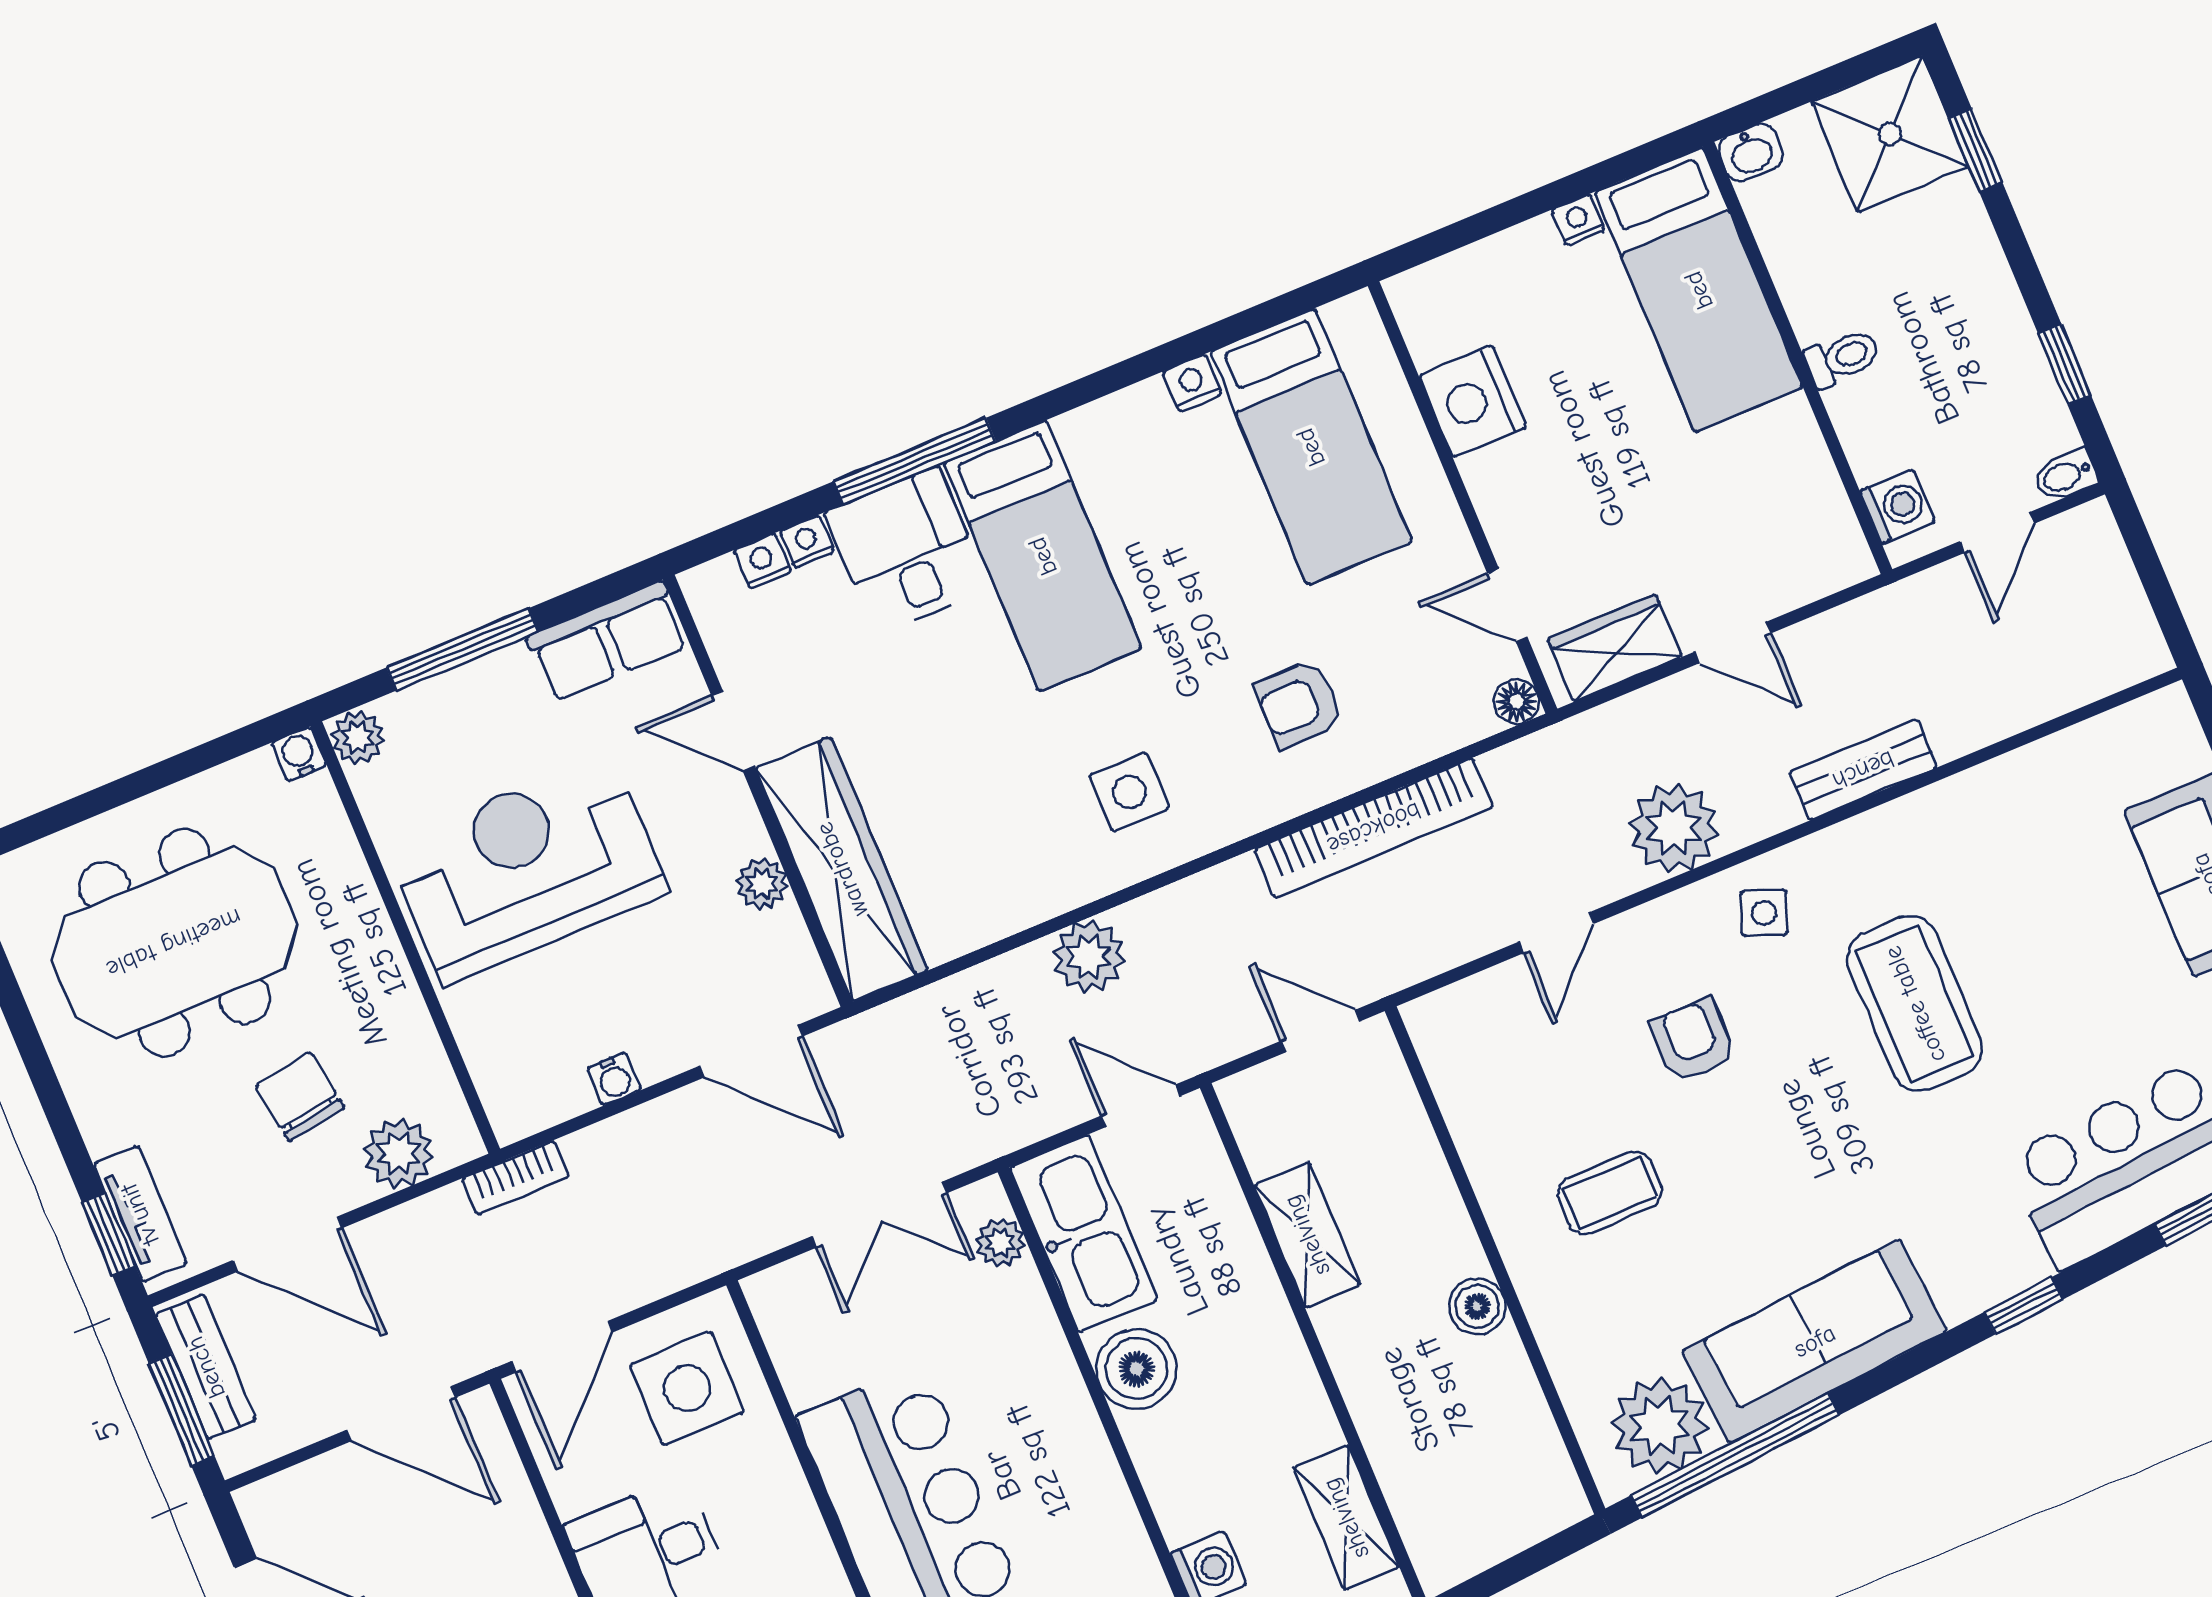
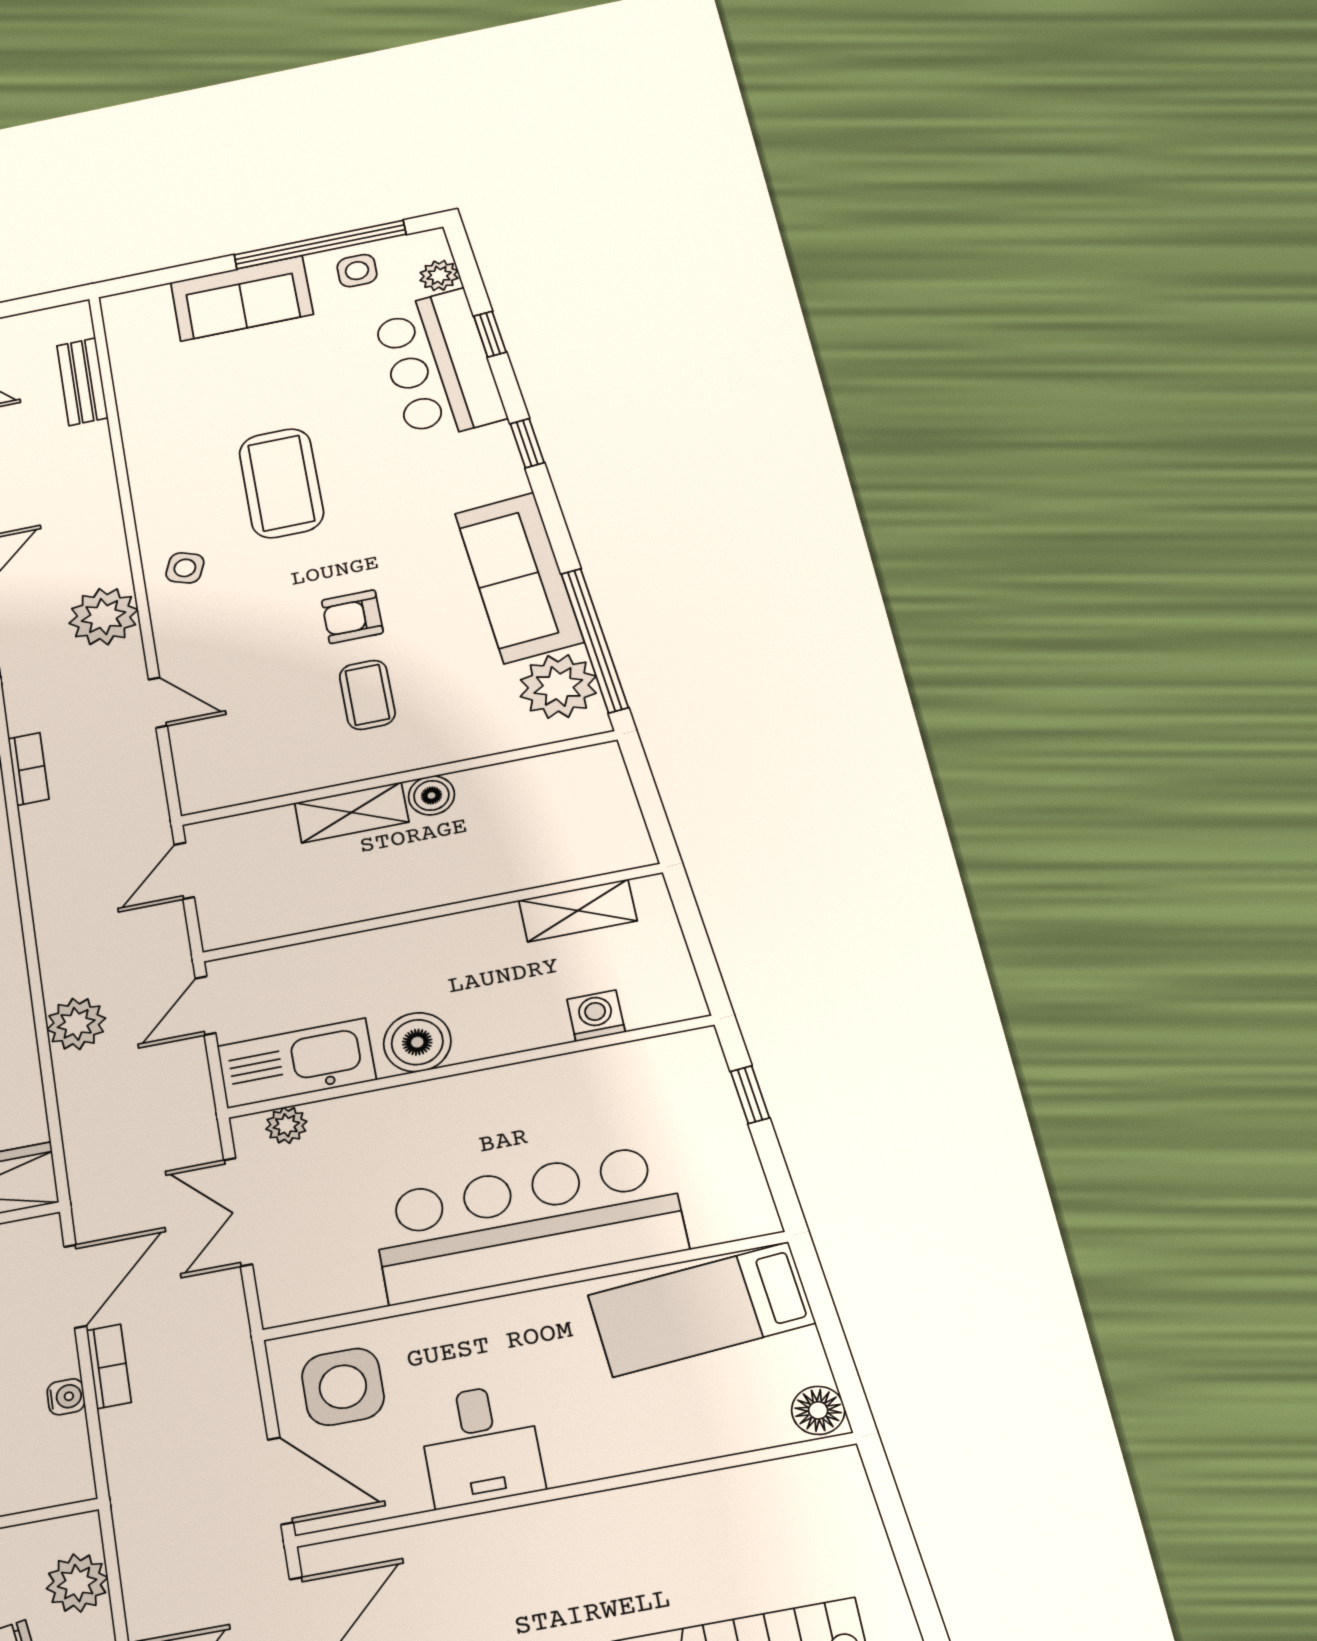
bench: (1863, 770) -> (82, 382), moved
bookcase: (1374, 828) -> (28, 769), width x0.43, depth x0.76
coffee table: (1915, 1004) -> (281, 483), turned 90
armchair: (1693, 1041) -> (352, 617), moved
bookcase: (516, 1178) -> (109, 1366), moved
double door: (879, 1215) -> (238, 1212), swing flipped
shelving: (1307, 1235) -> (352, 812), moved

